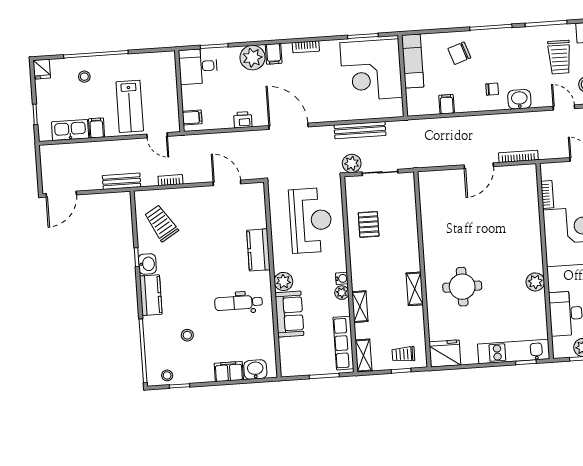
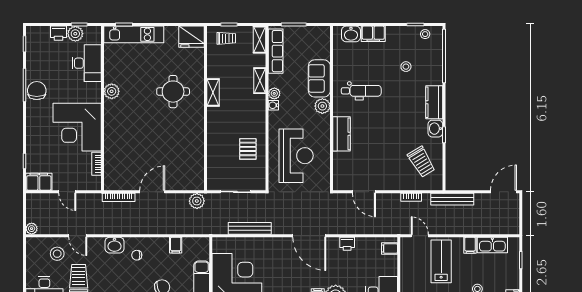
plant: (352, 163) -> (197, 201), moved
bench: (122, 181) -> (452, 199), width x1.36
reception desk: (311, 220) -> (296, 156), turned 180

